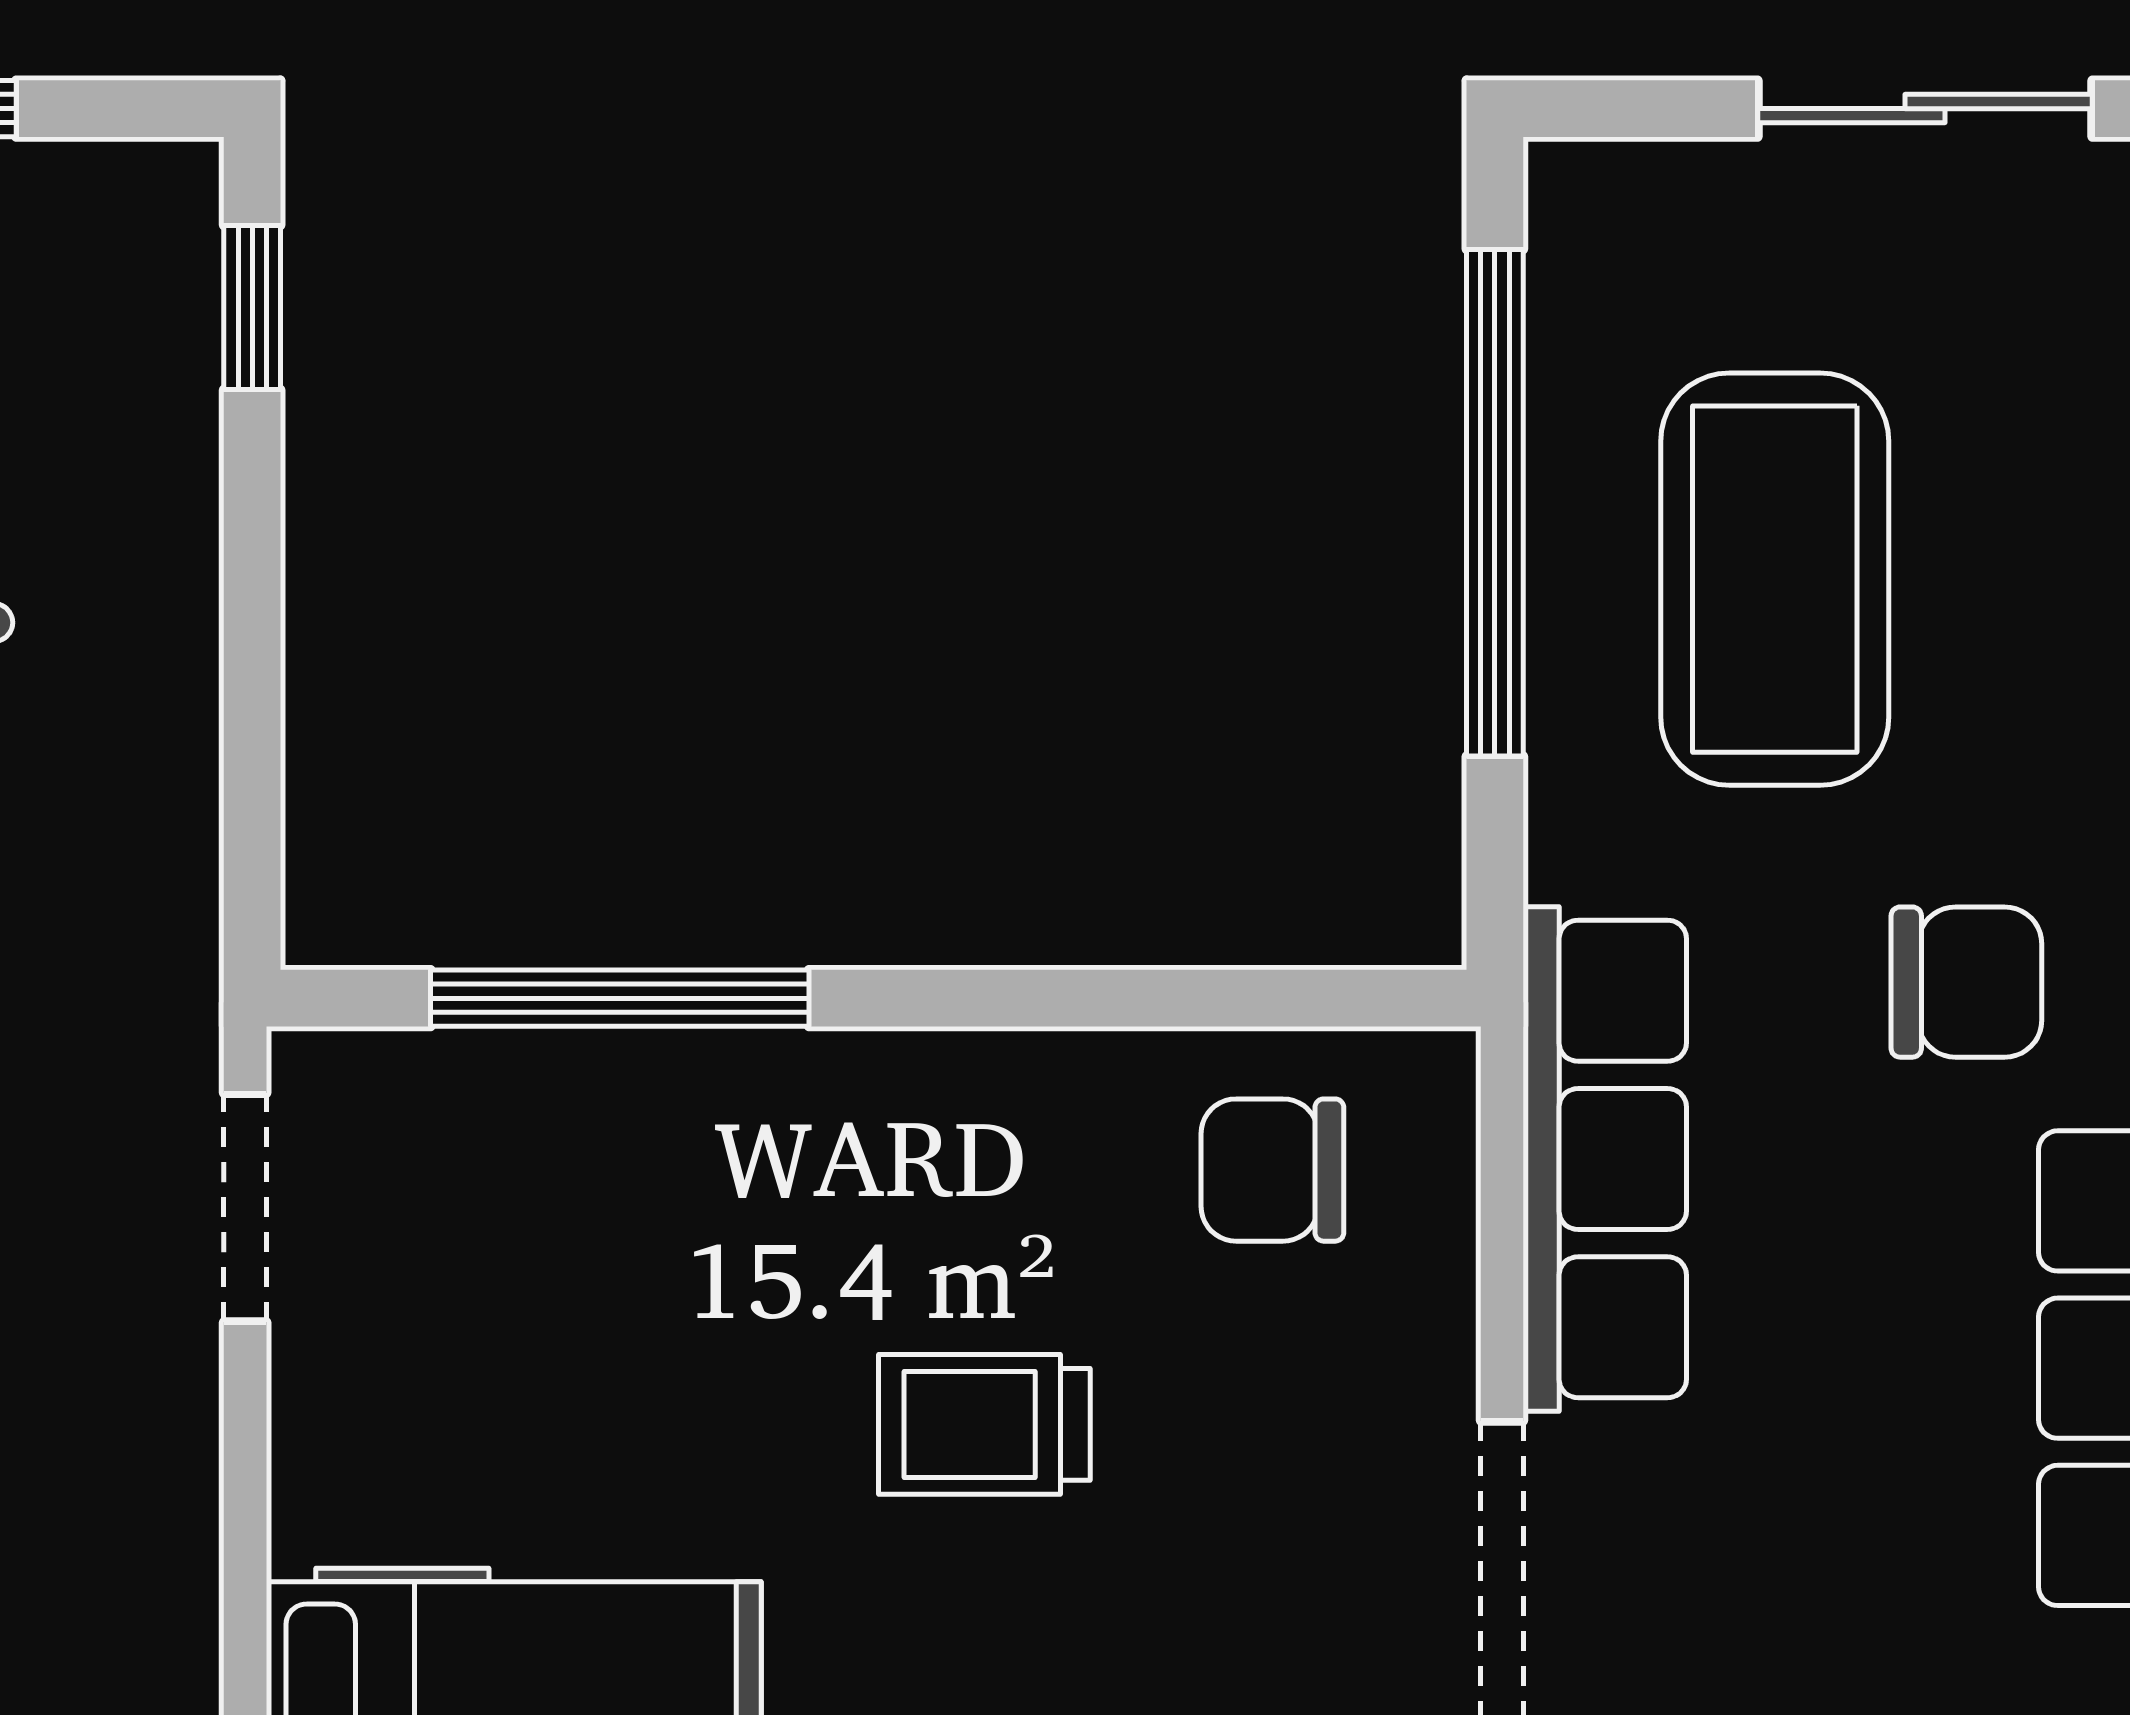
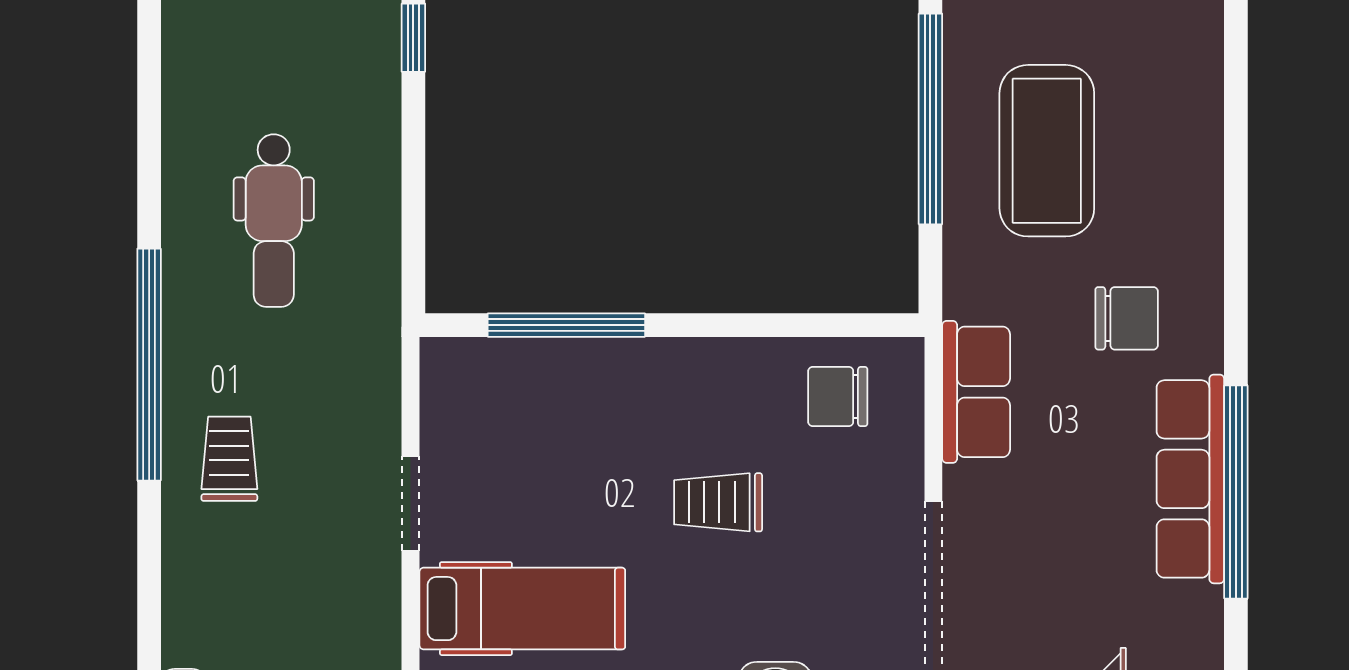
row of seats: (1605, 1159) -> (976, 392), width x0.68
doorway: (245, 1208) -> (411, 503), moved

